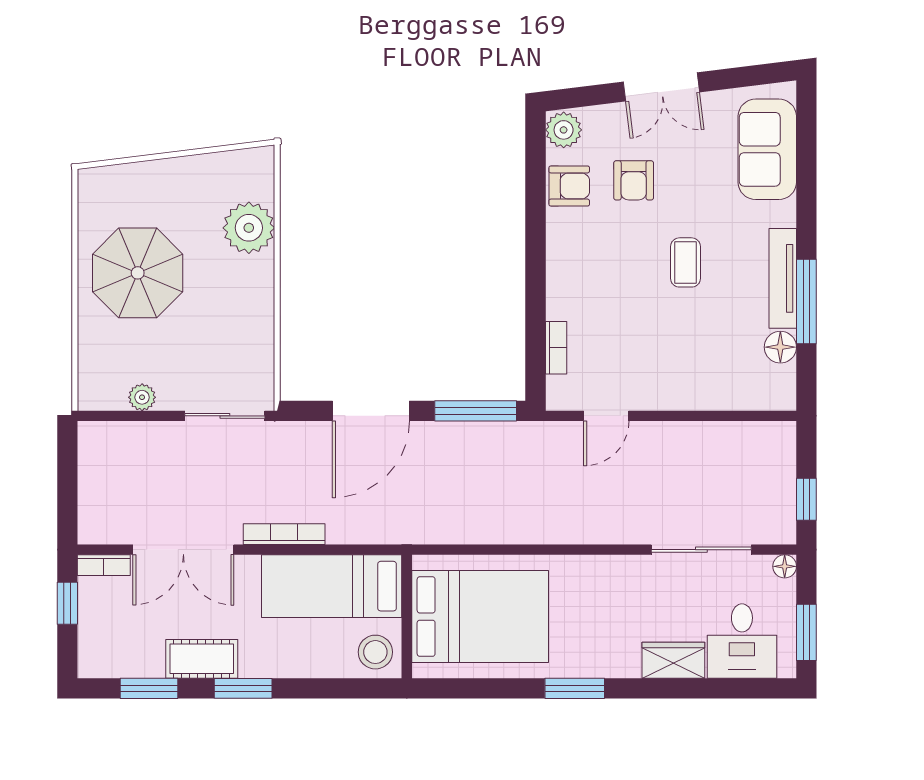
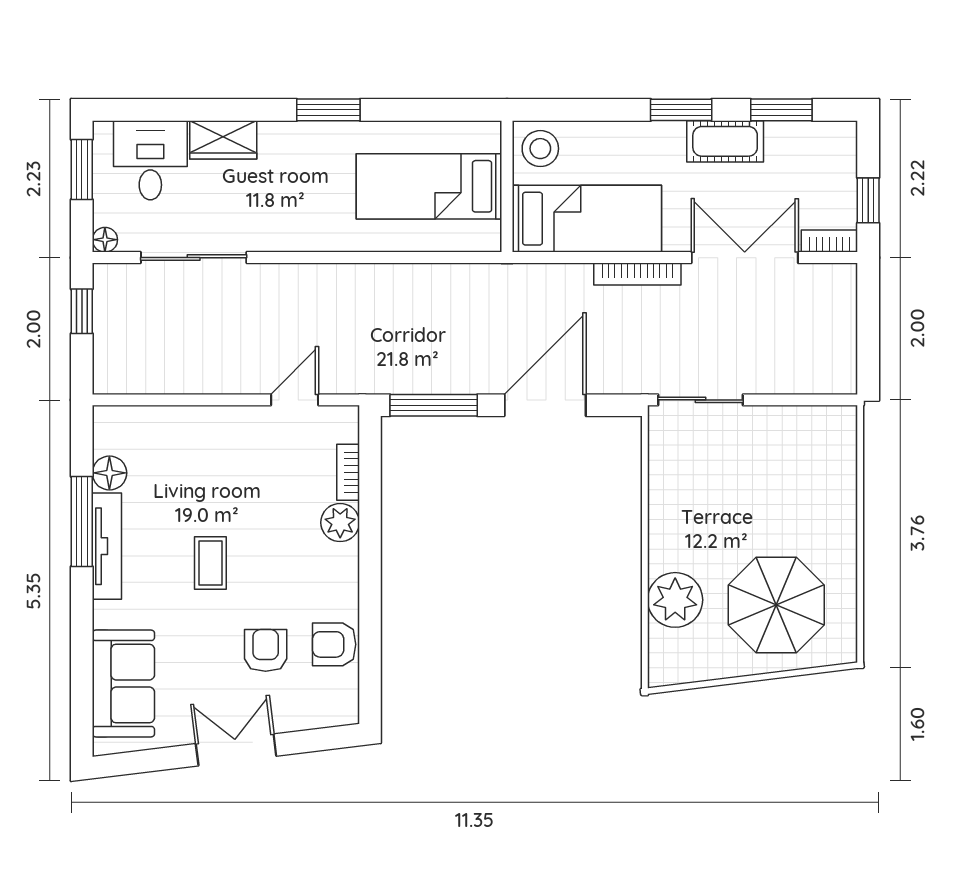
plant: (564, 130) -> (340, 523), moved
parasol: (138, 273) -> (776, 605), moved
plant: (142, 397) -> (789, 420), removed
bed: (480, 617) -> (429, 186), width x0.67

